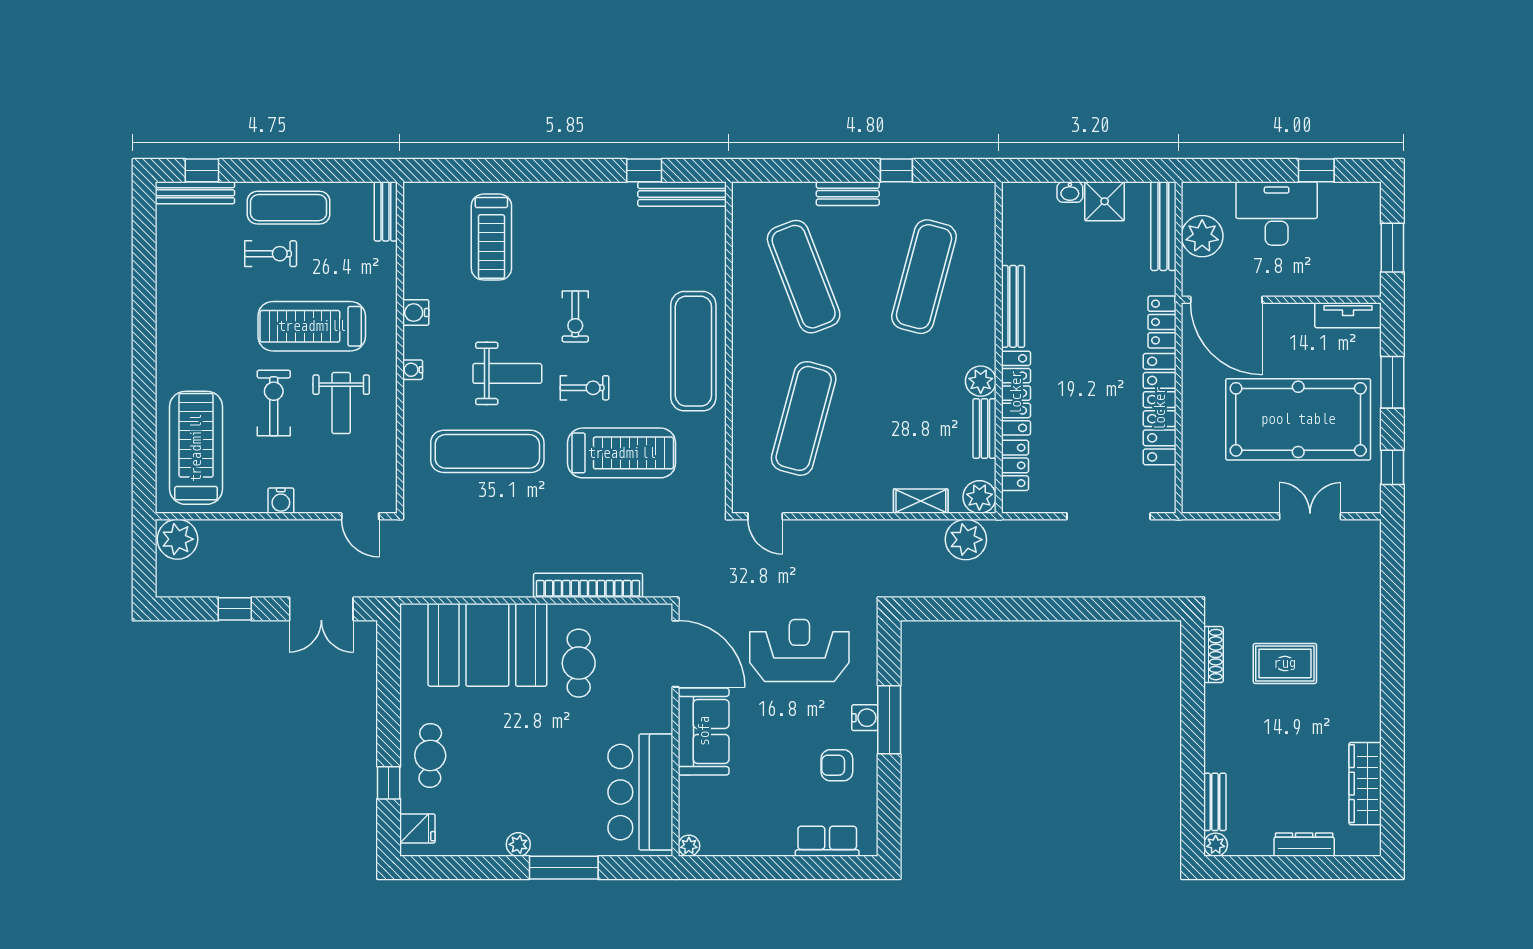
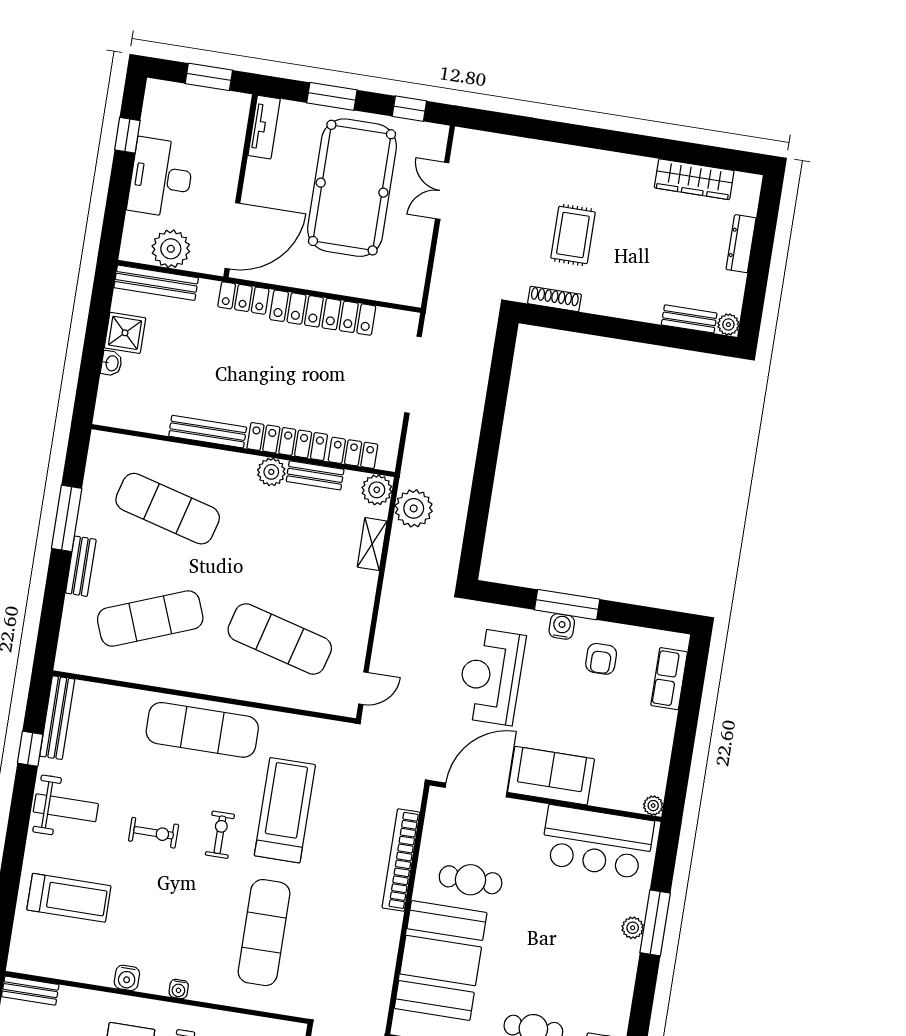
window: (896, 170) -> (67, 518), width x2.17
weight bench: (507, 373) -> (66, 808), moved, turned 90
plant: (518, 844) -> (633, 928), moved

